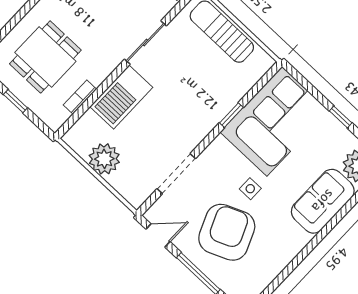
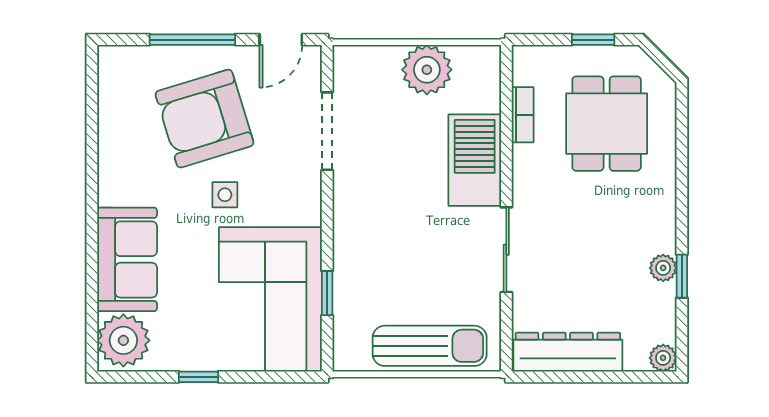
window: (231, 115) -> (327, 293), moved
armchair: (227, 232) -> (204, 119), turned 96

